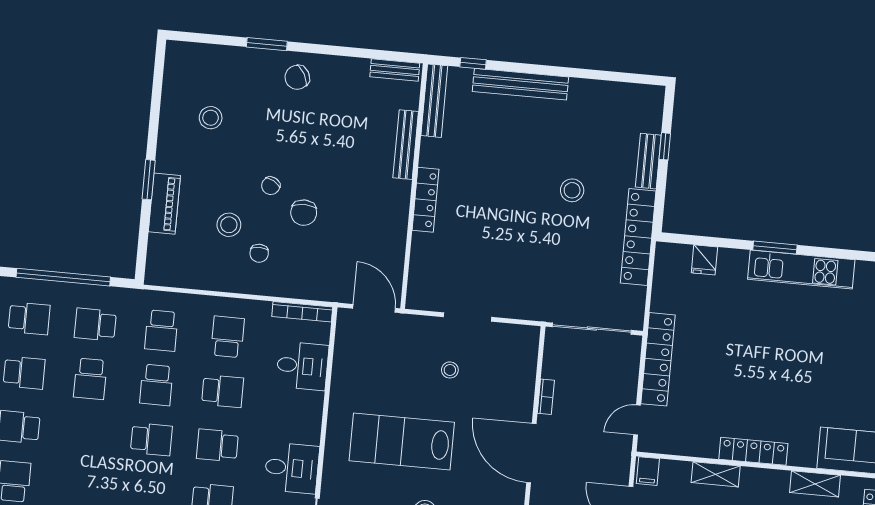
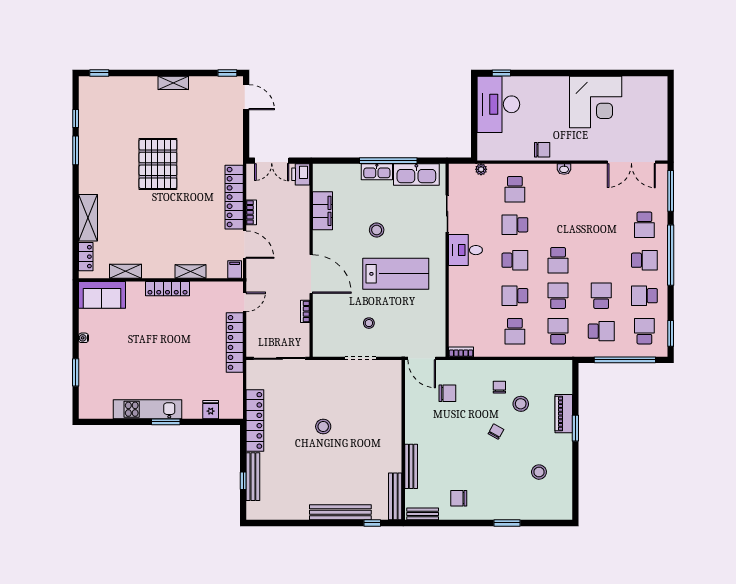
chair: (297, 77) -> (459, 498), moved, turned -151
bench: (648, 161) -> (253, 477), width x1.36
stool: (572, 190) -> (323, 427), moved
locker: (425, 200) -> (395, 432), removed
chair: (304, 213) -> (447, 393), moved, turned 90
bookcase: (302, 312) -> (461, 352), width x0.64
school desk: (29, 318) -> (644, 331), turned 90
desk: (302, 366) -> (465, 317), removed
school desk: (151, 439) -> (558, 260), turned -90

